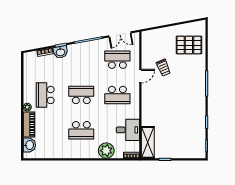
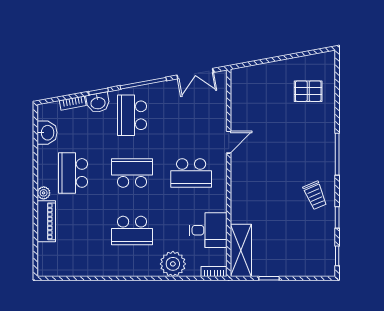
pallet: (189, 45) -> (308, 91), width x0.67, depth x0.71
school desk: (117, 60) -> (132, 115), moved, turned -90
trolley: (163, 68) -> (315, 195), moved
washbasin: (29, 145) -> (47, 133), moved

